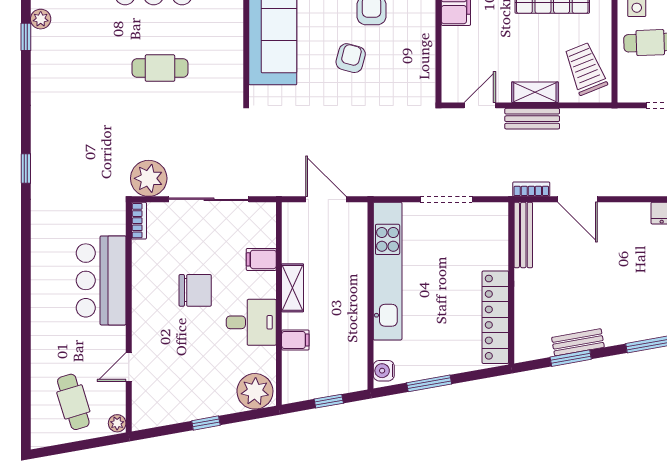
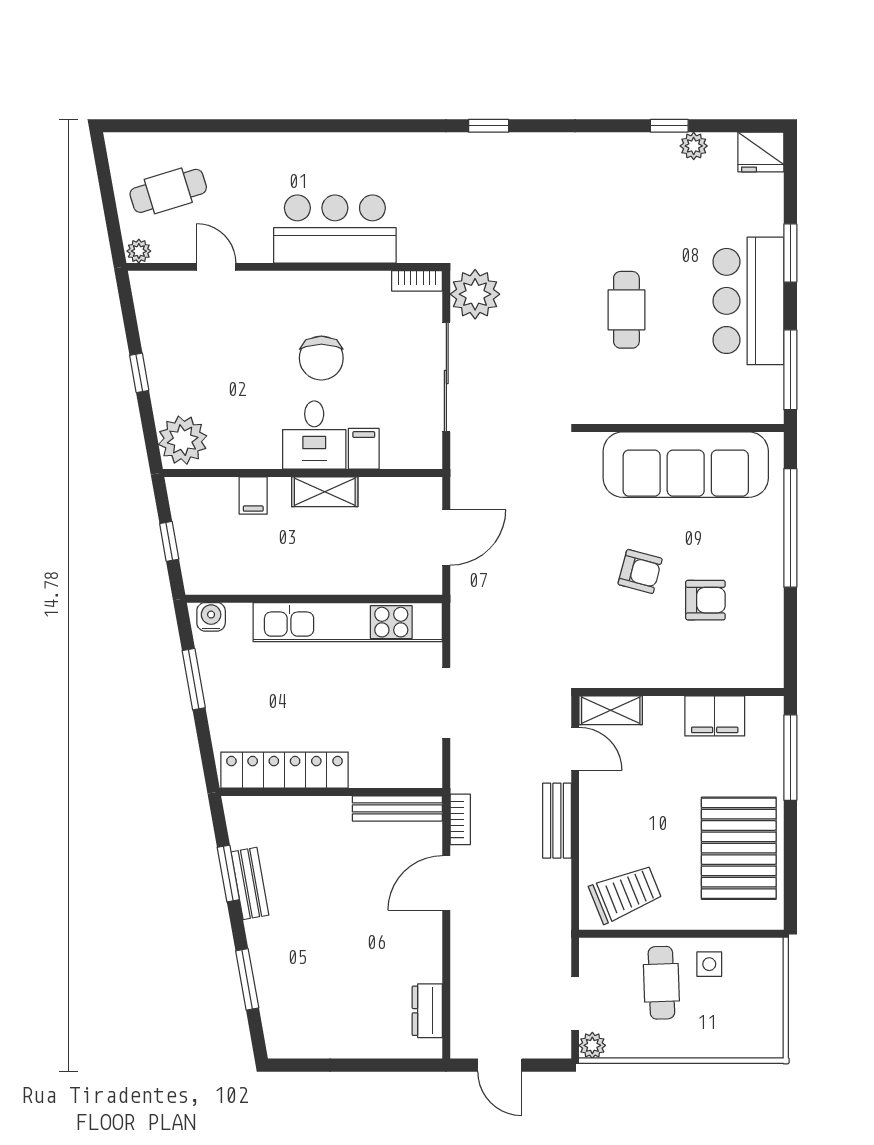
shelving: (535, 92) -> (611, 710), moved, turned 90
desk: (251, 322) -> (314, 435), moved

